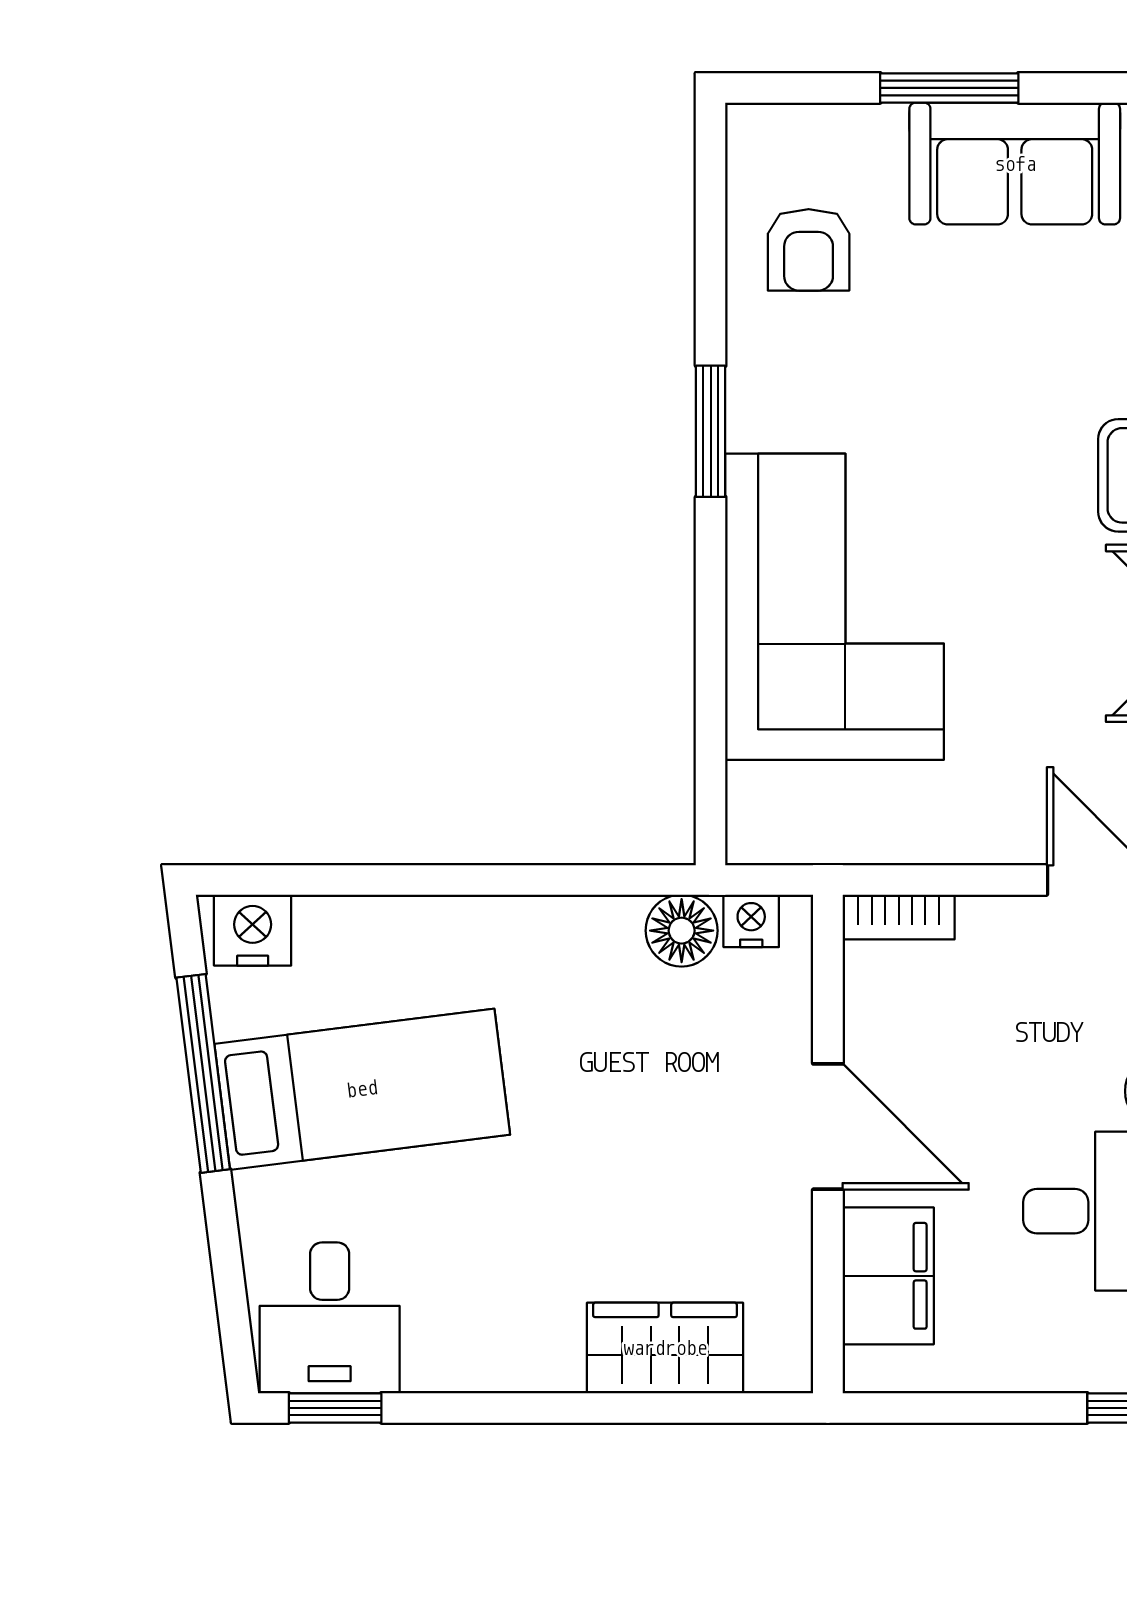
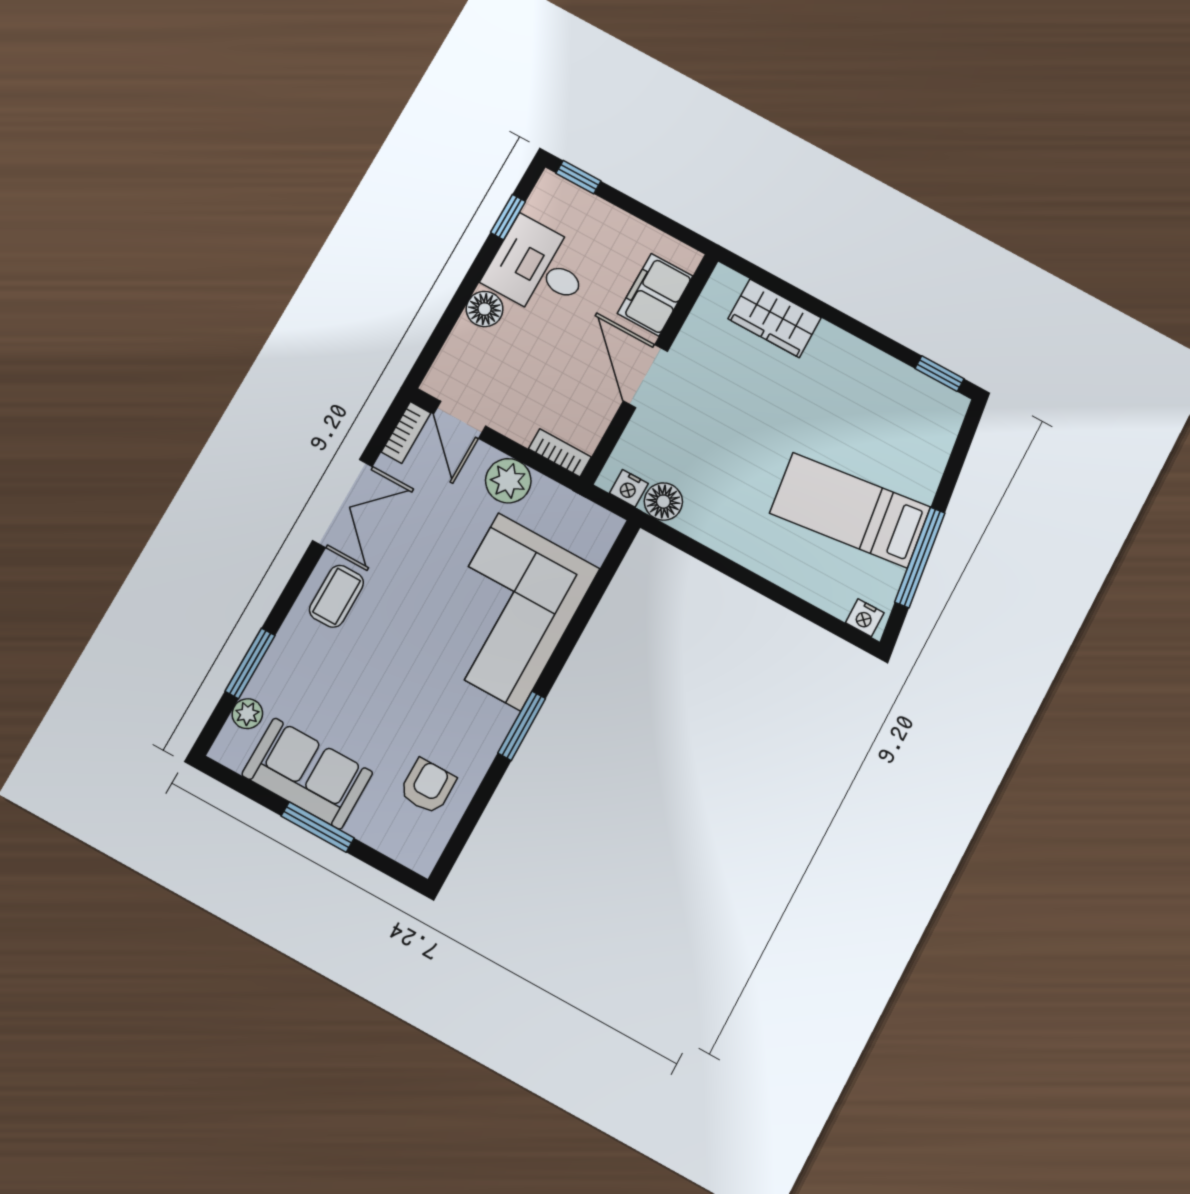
plant: (958, 823) -> (508, 481), added
nightstand: (253, 930) -> (865, 618), width x0.72, depth x0.74
desk: (330, 1318) -> (920, 415), removed

